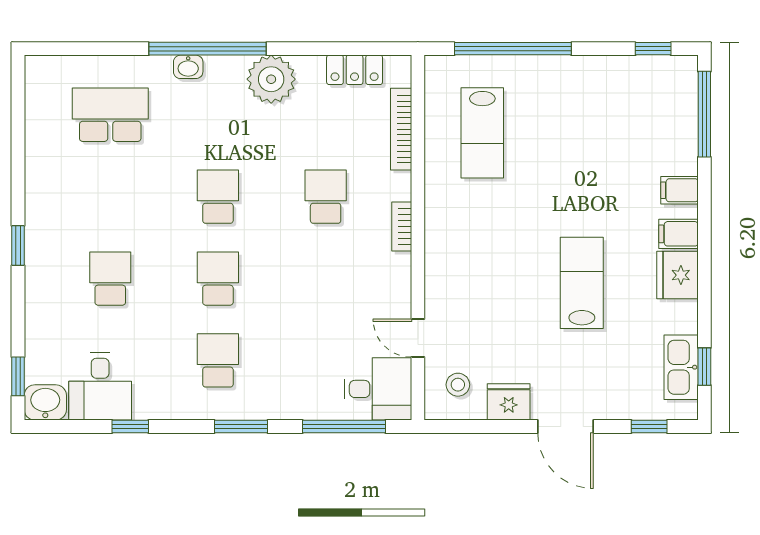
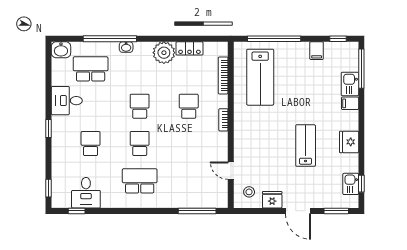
window: (208, 49) -> (110, 39), moved
locker: (355, 70) -> (189, 48), moved
lab bench: (482, 133) -> (260, 77), width x1.36, depth x1.39
kitchen sink: (679, 148) -> (350, 84), added
filing cabinet: (678, 234) -> (317, 51), moved, turned -90
school desk: (218, 360) -> (140, 181), width x1.85
kitchen sink: (681, 367) -> (351, 184), width x0.73
desk: (378, 389) -> (67, 101), moved, turned 180
washbasin: (45, 402) -> (61, 50), moved, turned 180
window: (130, 427) -> (77, 211), moved
window: (241, 427) -> (150, 211), removed
window: (649, 427) -> (336, 211), width x1.50

